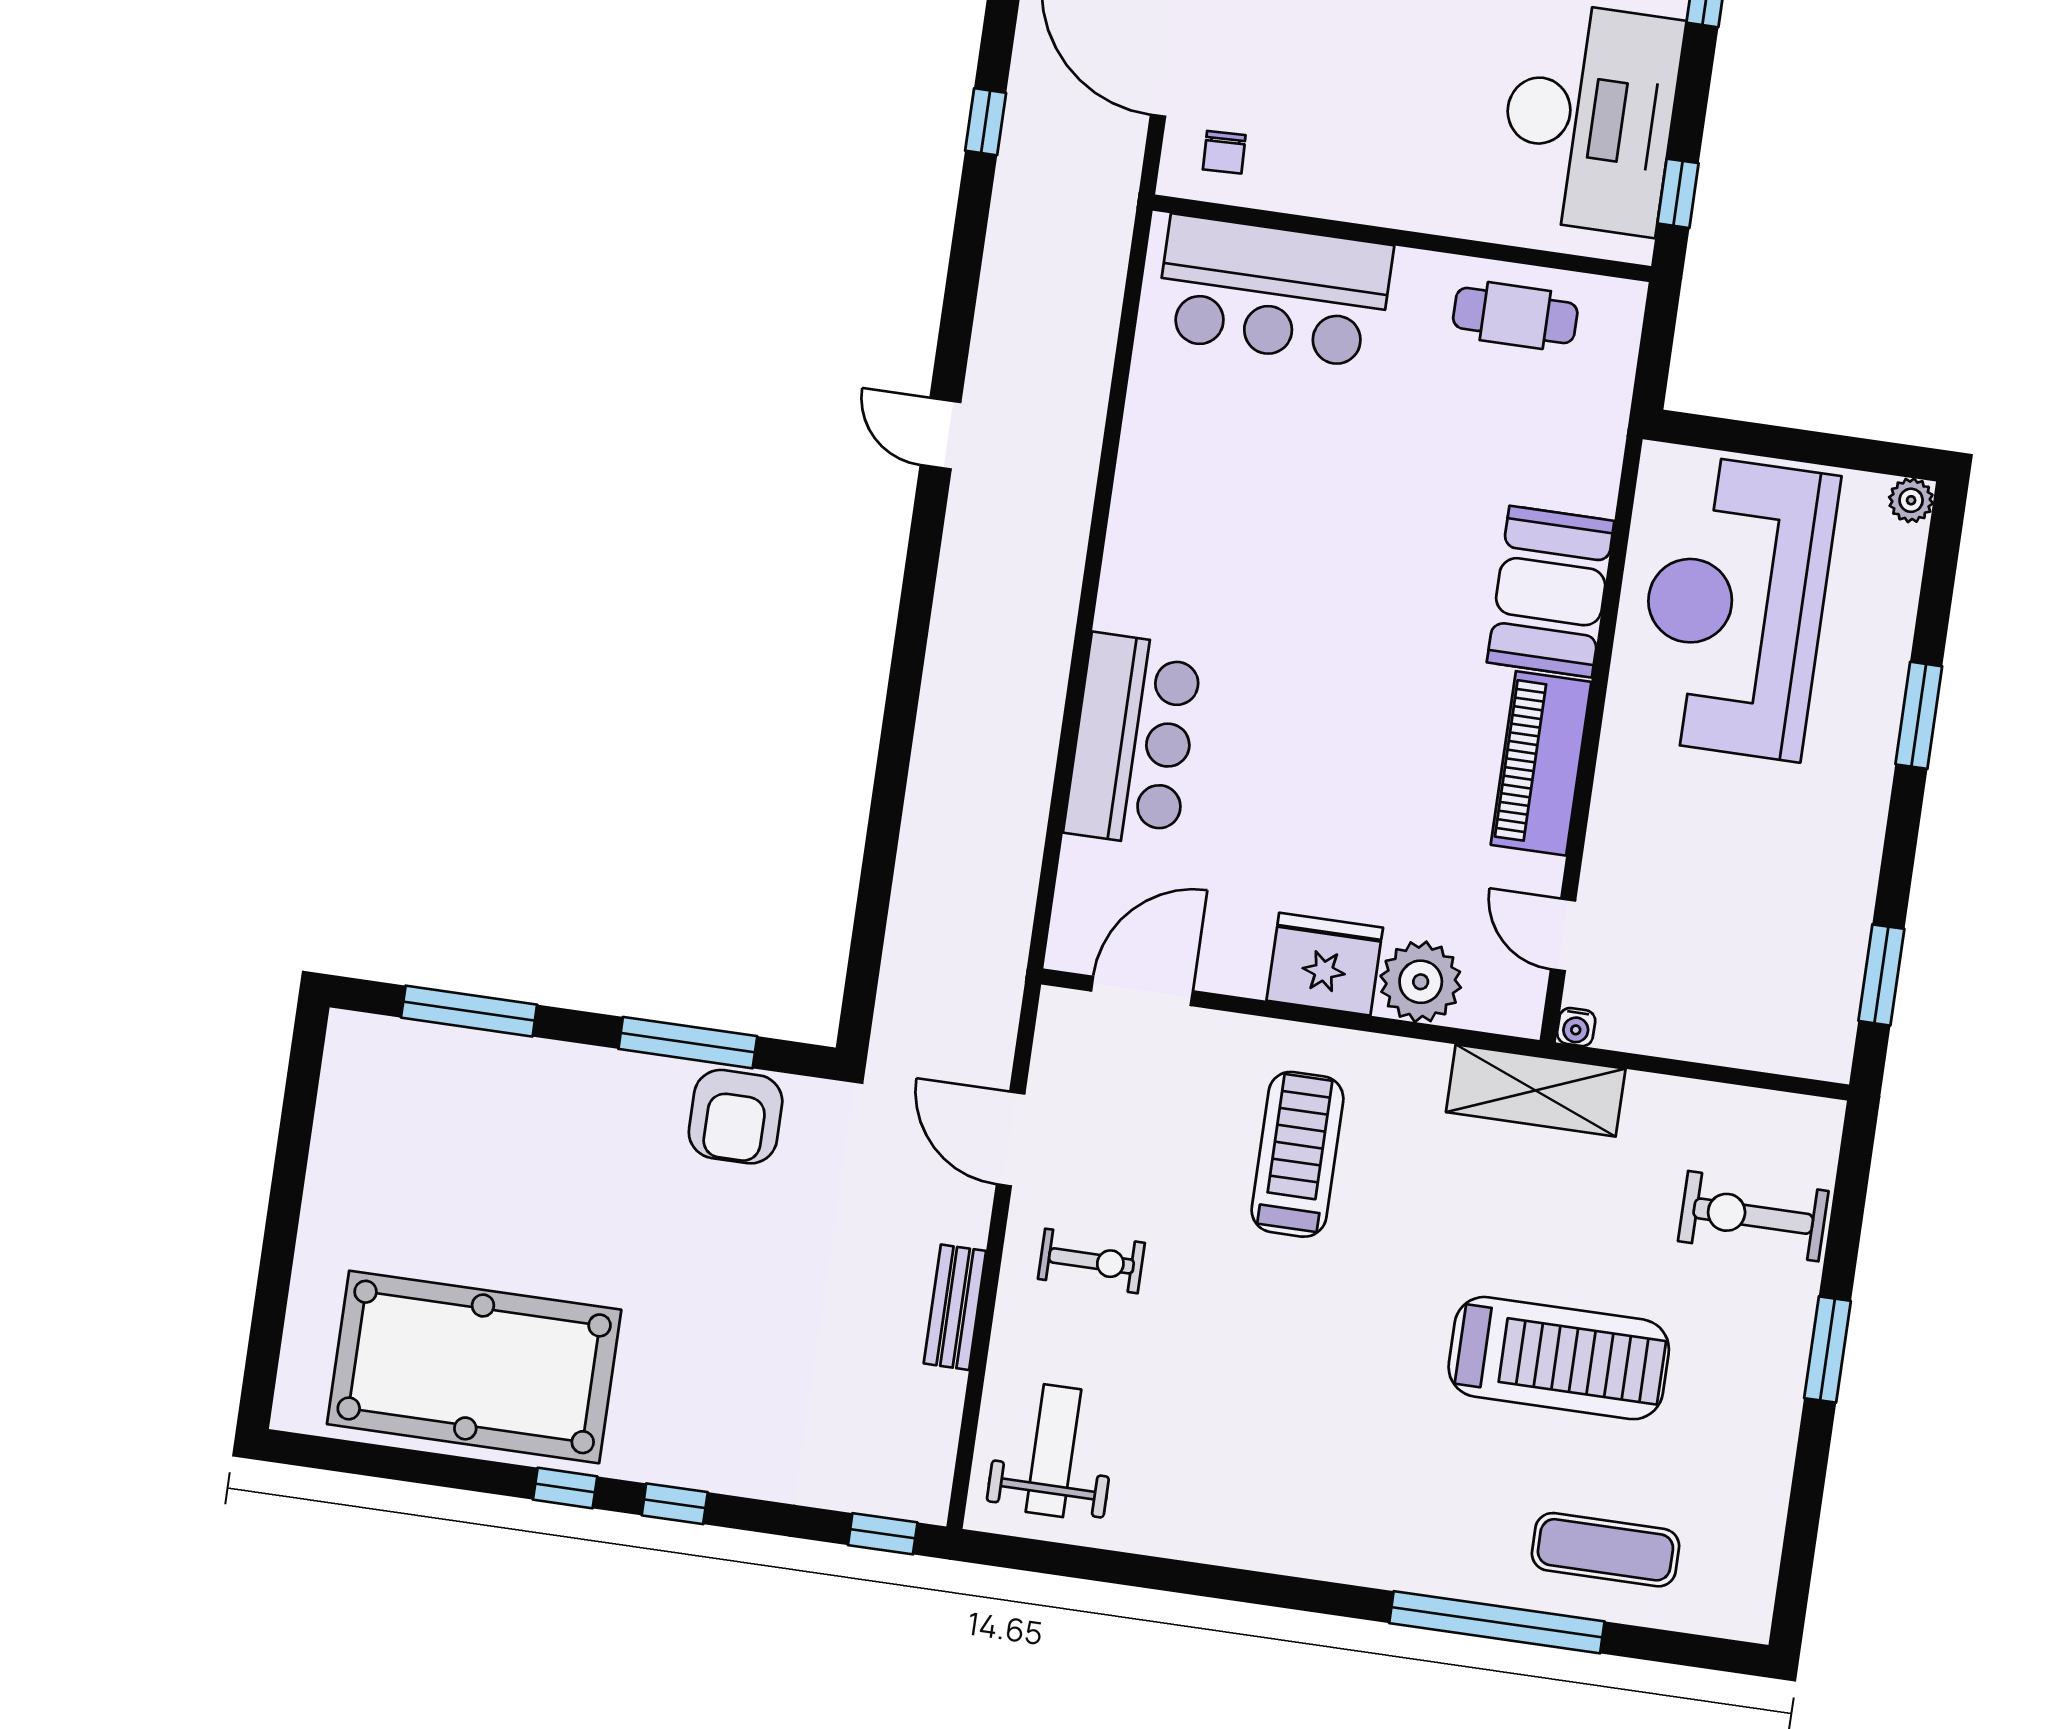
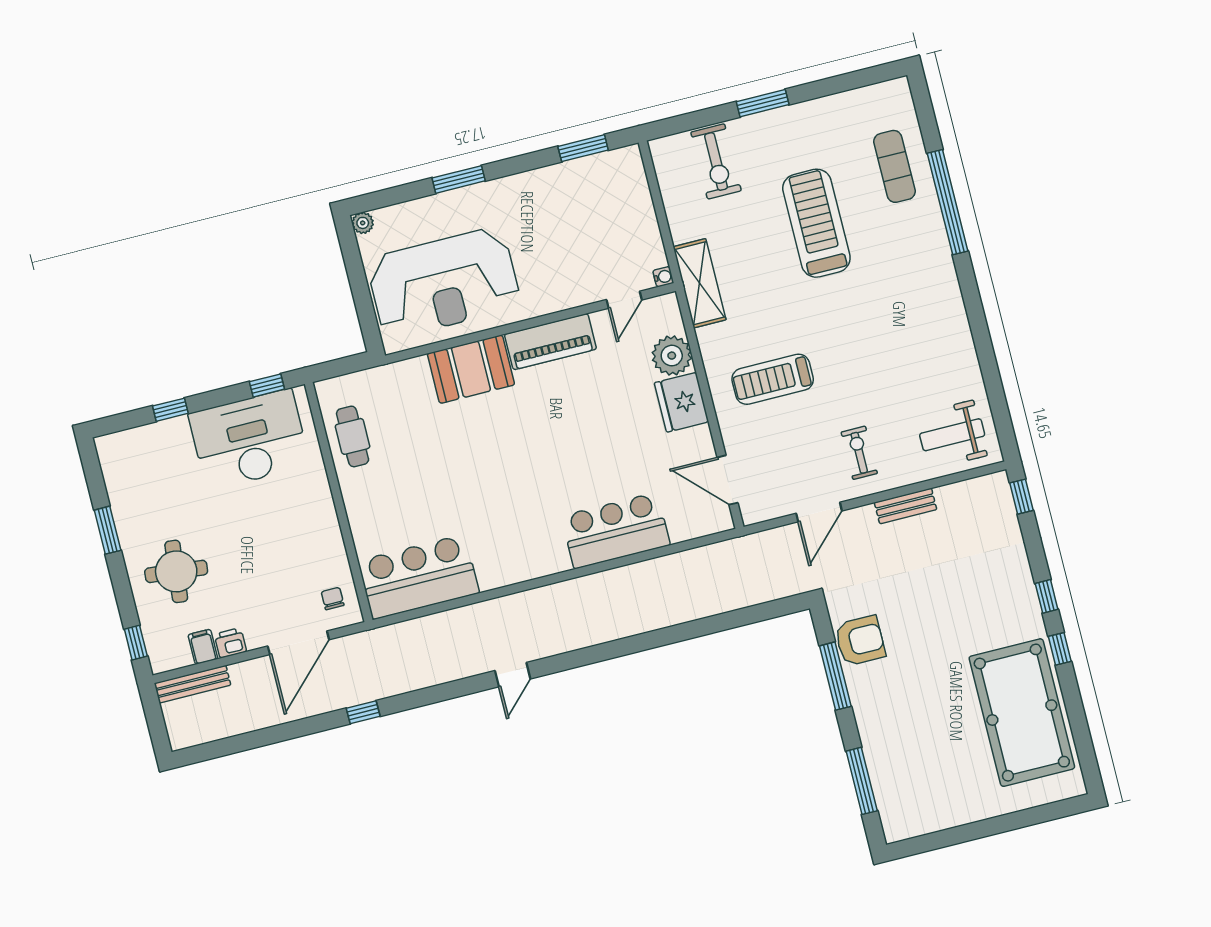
chair: (1224, 152) -> (333, 599), turned -88
bar counter: (1274, 291) -> (419, 577), moved, turned -90

